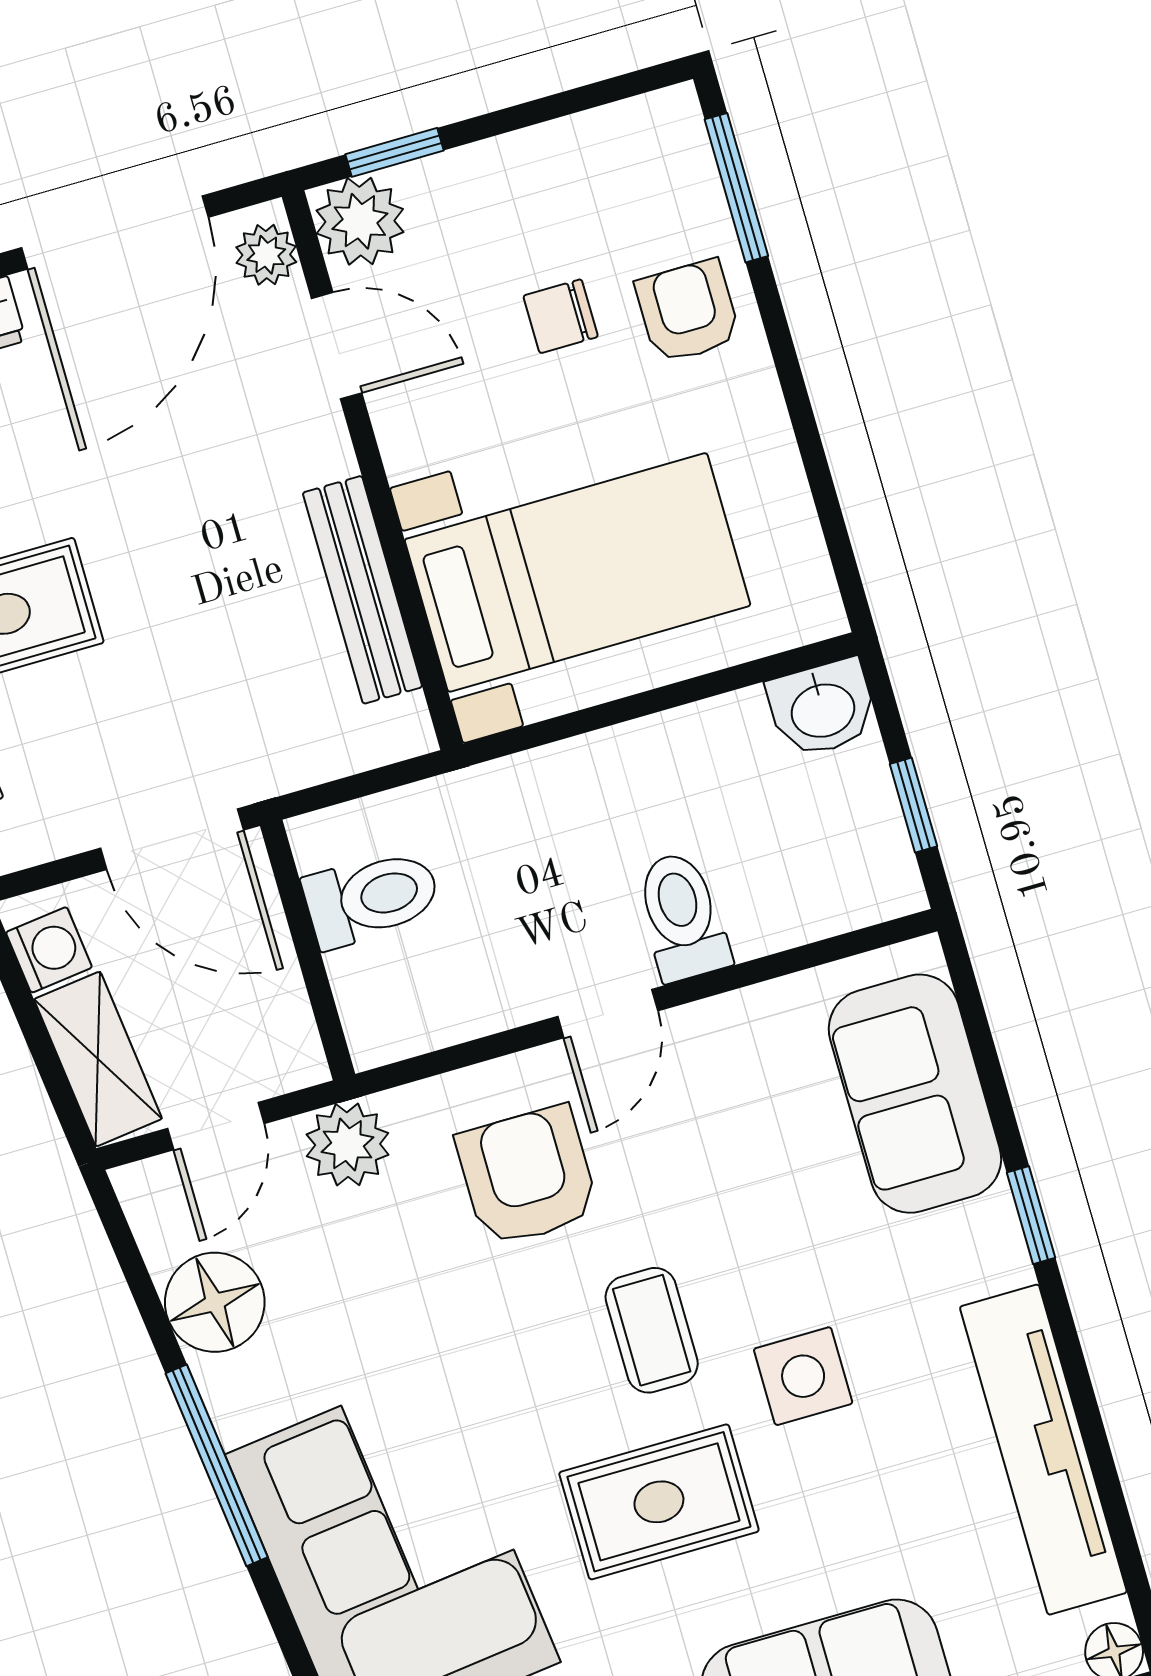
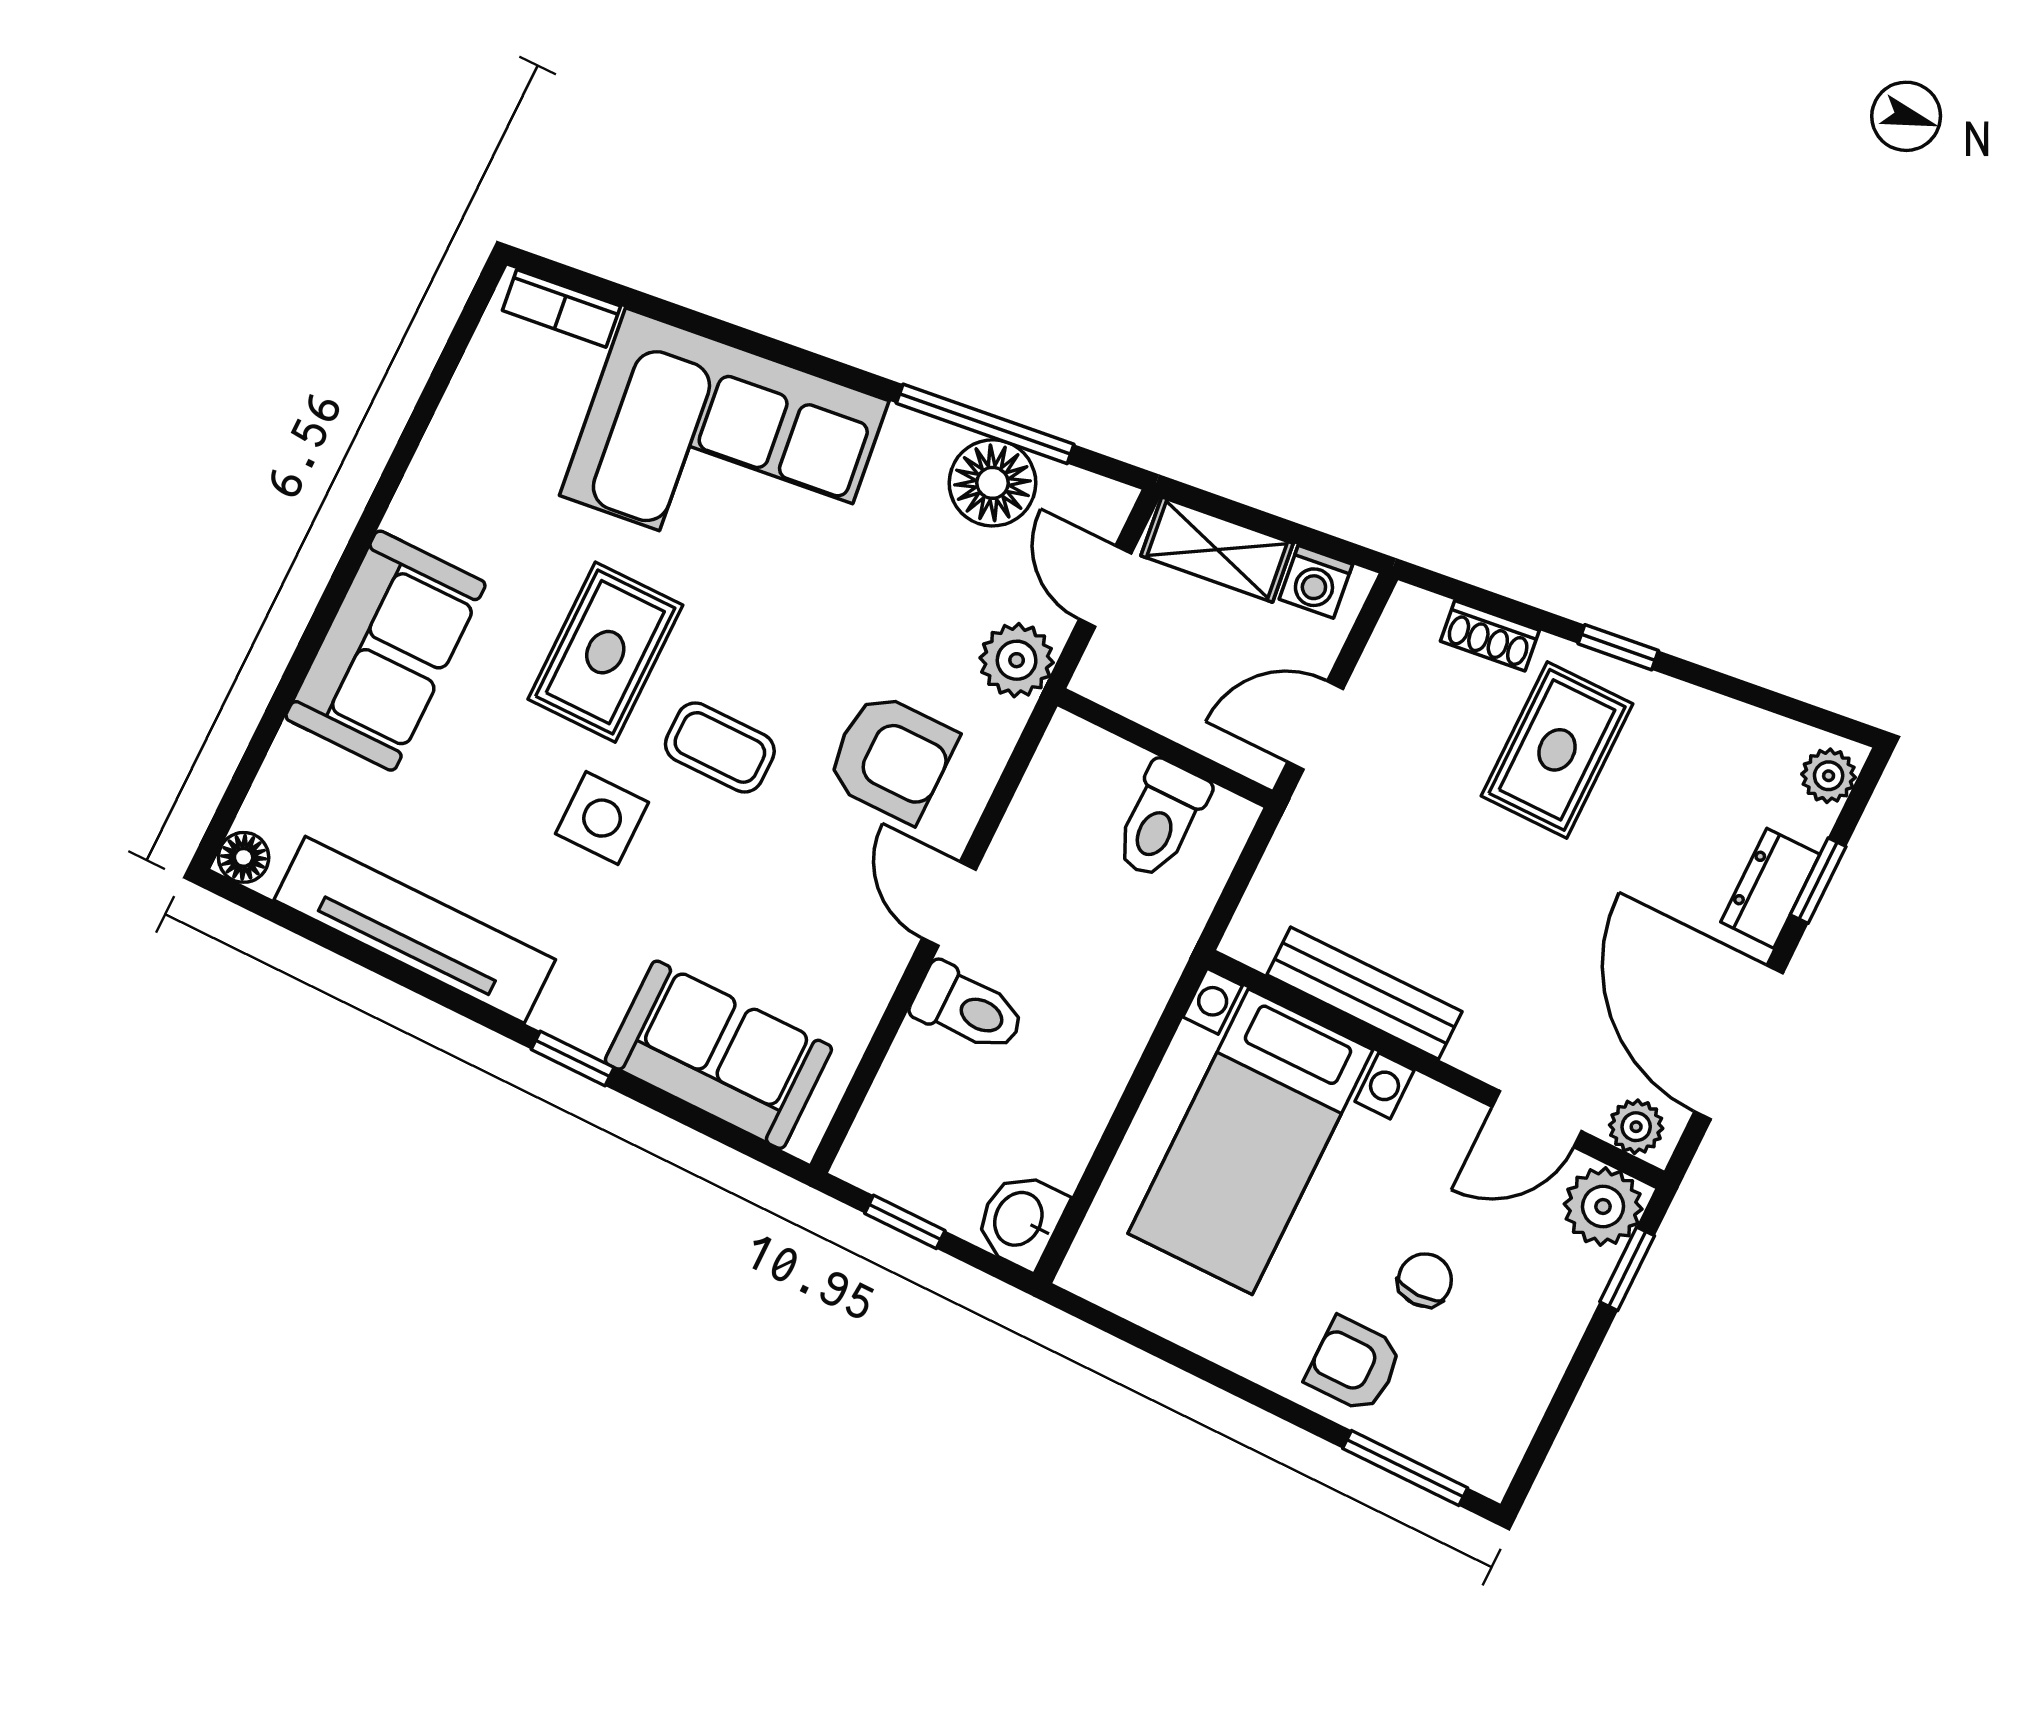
armchair: (688, 311) -> (1354, 1365), turned 180
door: (172, 839) -> (1315, 725), width x0.73
window: (217, 1465) -> (985, 424), moved

